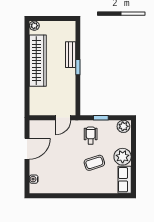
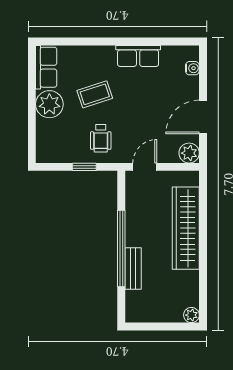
wardrobe: (38, 61) -> (186, 228), moved
window: (78, 67) -> (121, 248), width x3.17
plant: (123, 126) -> (189, 153), moved
row of seats: (67, 187) -> (138, 56), added

